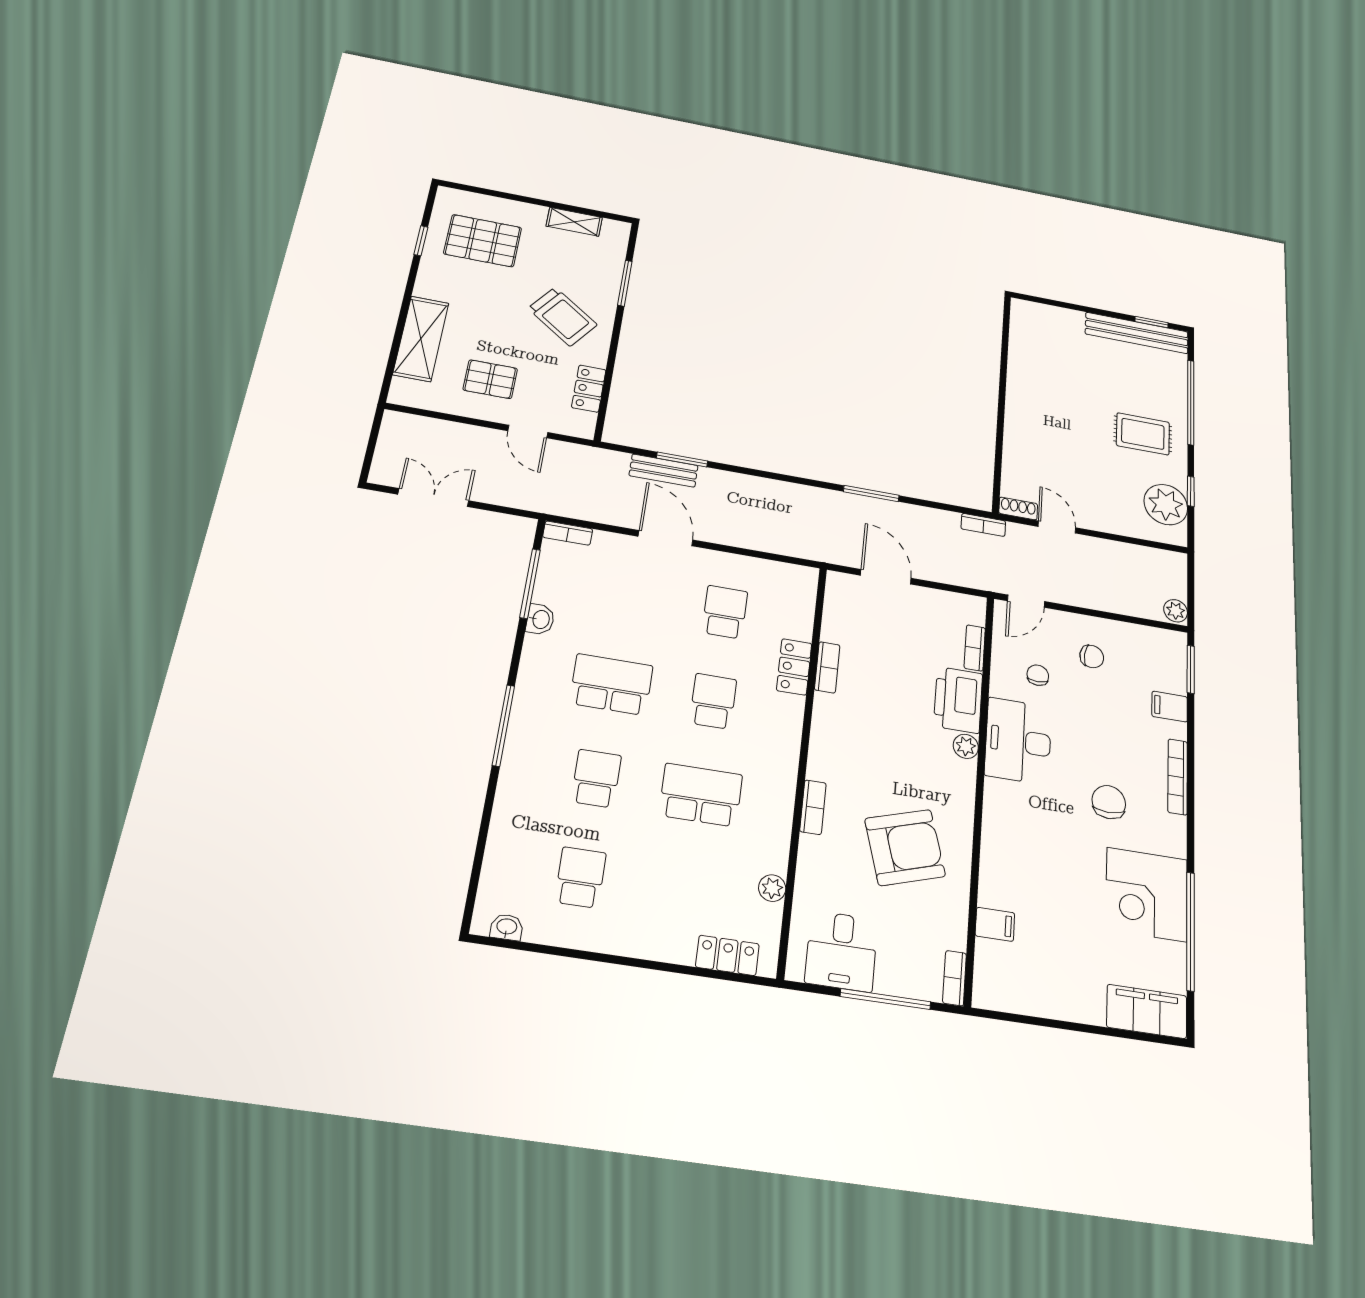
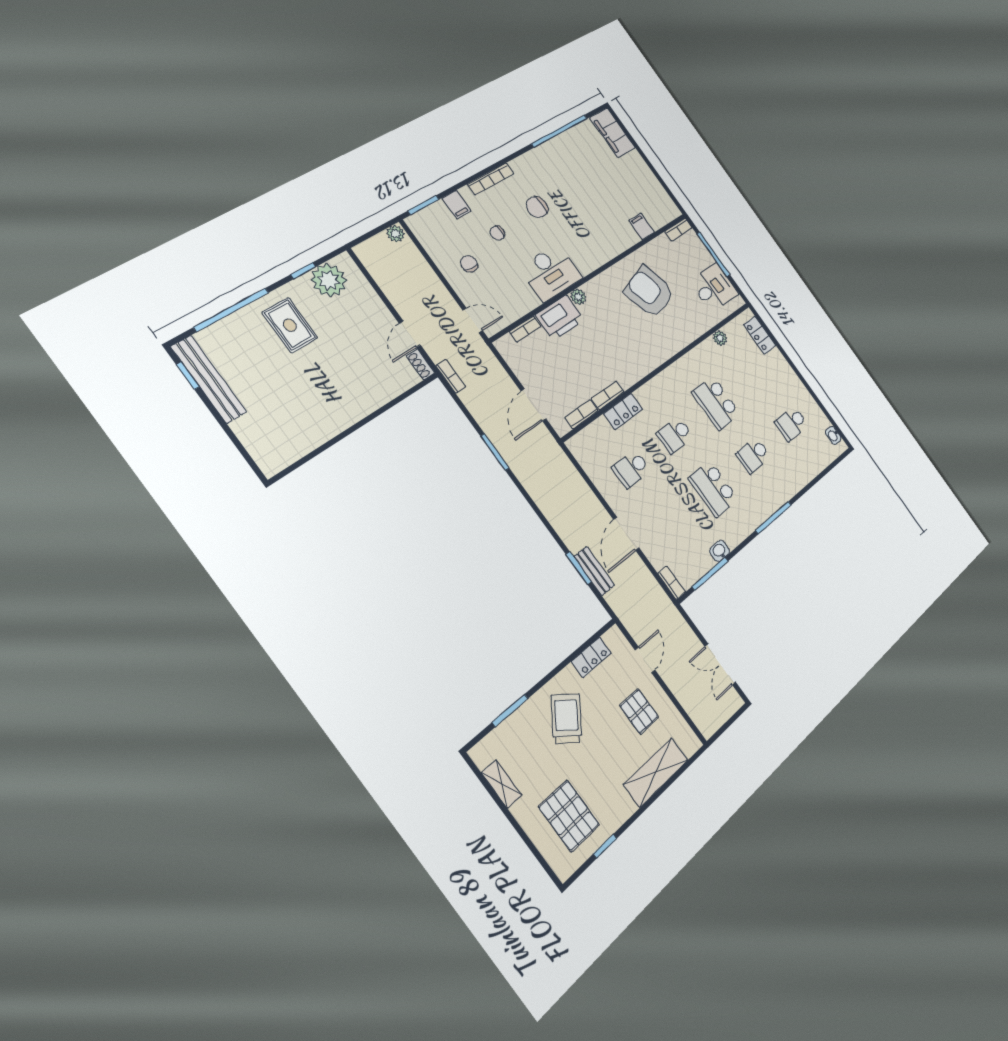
chair: (1038, 675) -> (497, 233), moved
bookcase: (813, 807) -> (582, 414), moved
corner desk: (1147, 894) -> (563, 162), removed

